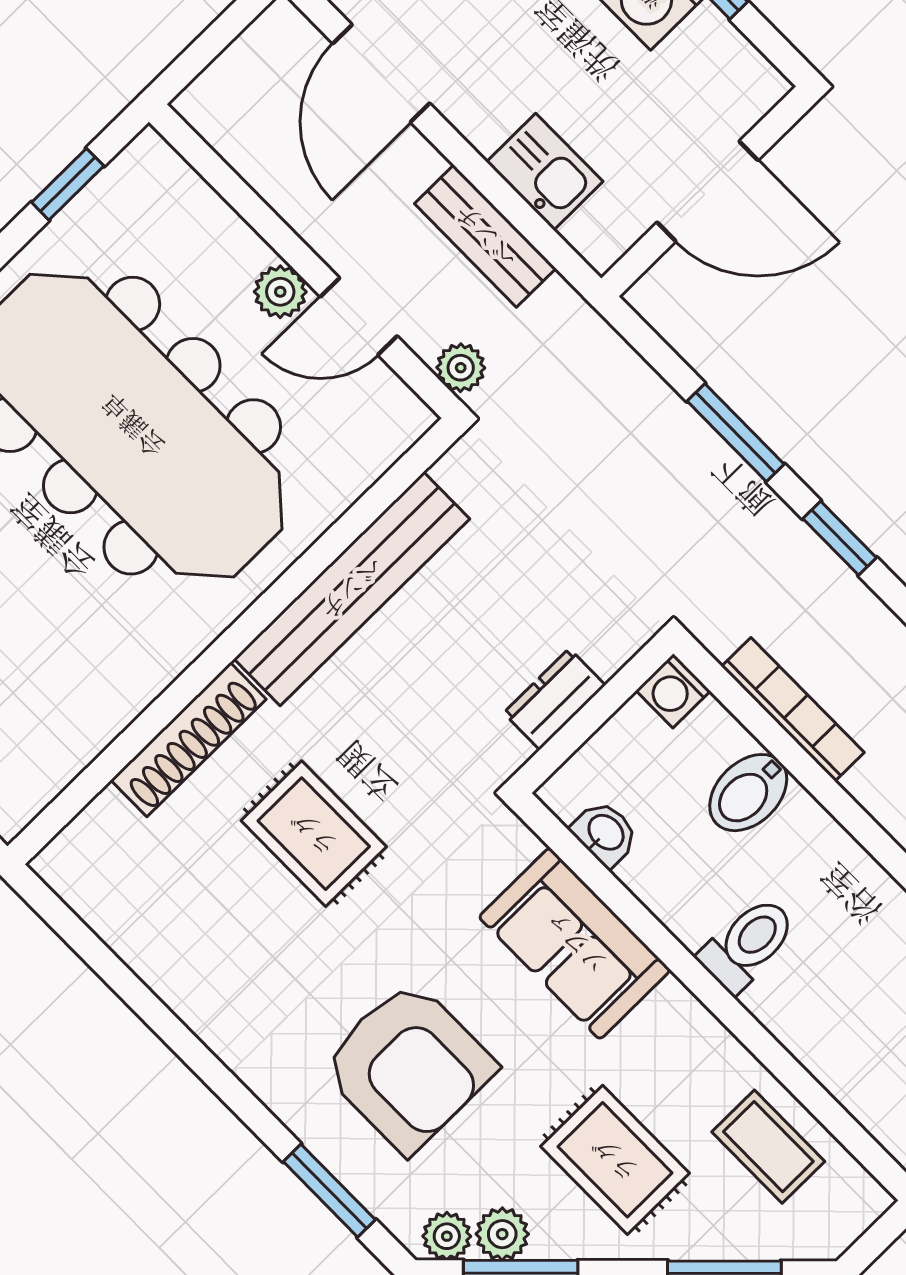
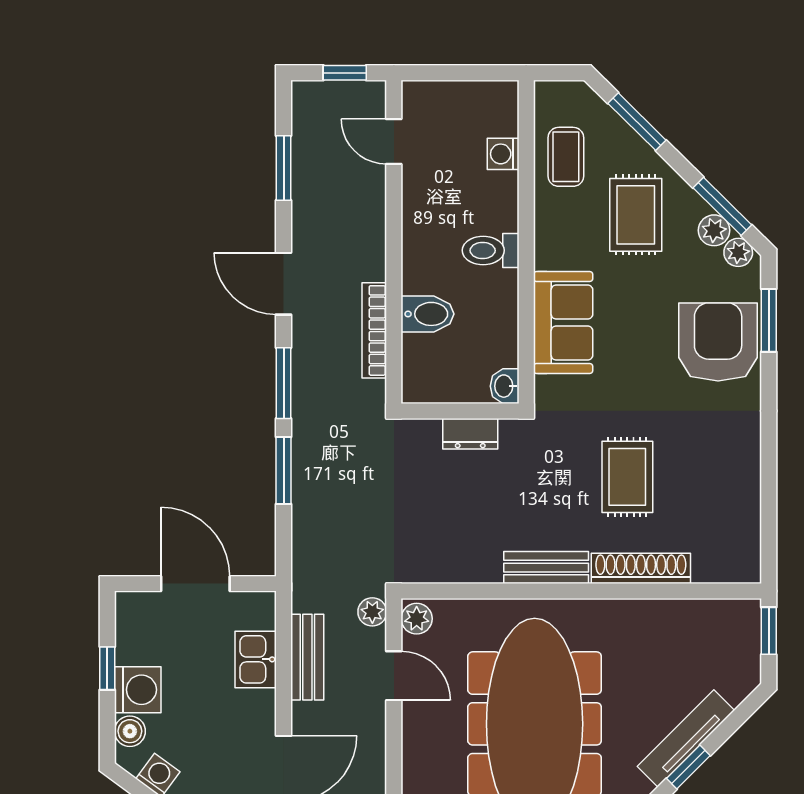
plant: (280, 292) -> (417, 619), moved
window: (840, 538) -> (284, 383), width x1.50
bench: (352, 589) -> (546, 568), width x0.54, depth x0.82
washing machine: (673, 691) -> (503, 154), moved, turned 180
washbasin: (605, 833) -> (505, 386), moved
armchair: (408, 1066) -> (718, 342), moved

